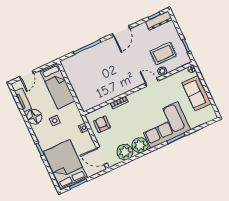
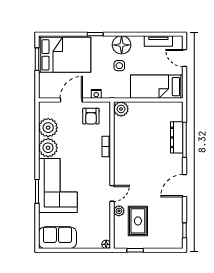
dresser: (159, 21) -> (177, 137), moved
door: (121, 31) -> (185, 186), hinge flipped
sofa: (197, 93) -> (57, 238), moved
plant: (86, 104) -> (121, 109), added
floor lamp: (34, 117) -> (122, 45), moved
armchair: (102, 124) -> (91, 116), turned 90
door: (102, 156) -> (71, 100), moved

